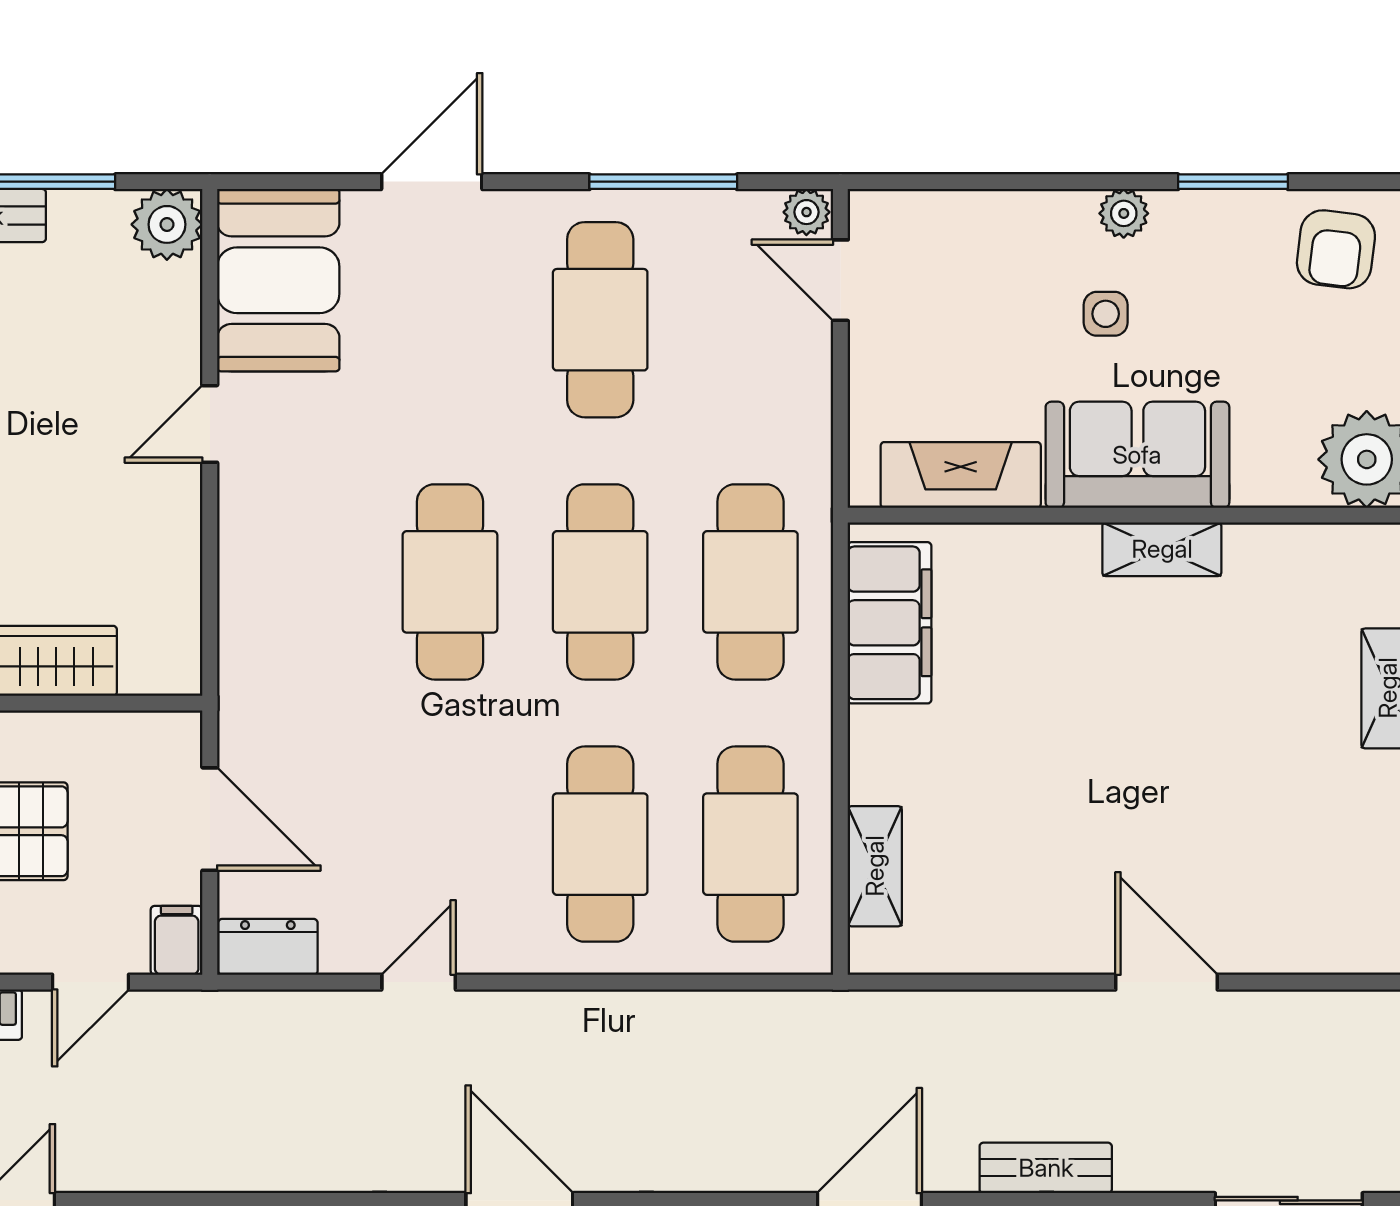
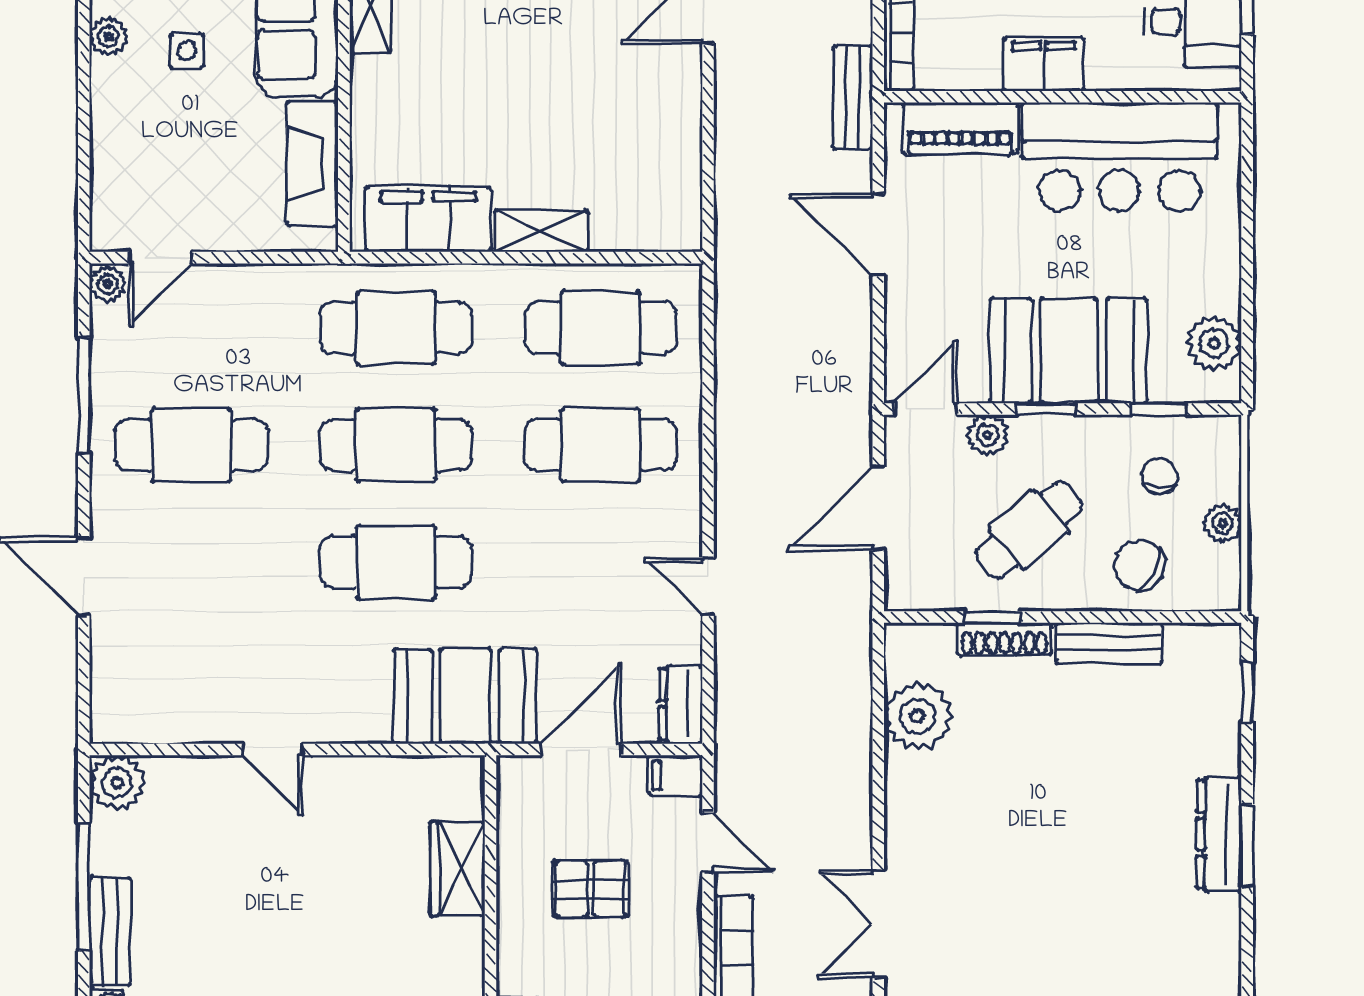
booth: (278, 280) -> (465, 696), moved
shelving: (875, 866) -> (541, 231), moved

